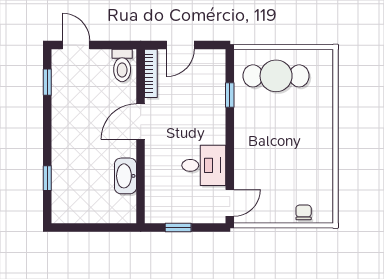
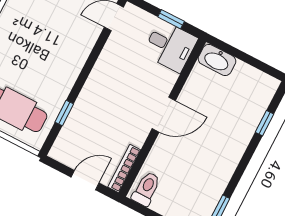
door: (141, 122) -> (164, 115), moved
desk: (204, 165) -> (170, 46), moved, turned 180
washbasin: (125, 176) -> (217, 60), moved, turned 90

